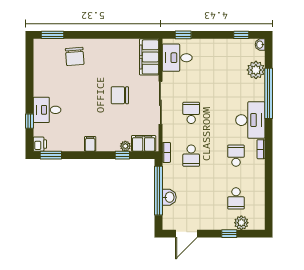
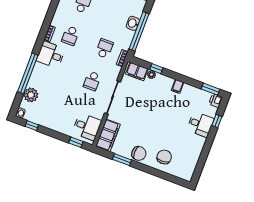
window: (53, 35) -> (122, 160), moved
chair: (120, 95) -> (139, 153), moved
desk: (250, 120) -> (51, 55), width x0.73

